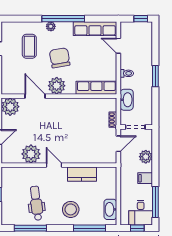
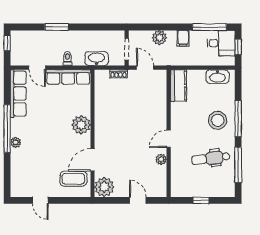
coffee table: (29, 46) -> (73, 179), moved
door: (118, 46) -> (37, 68), hinge flipped
chair: (60, 58) -> (50, 132), removed
window: (155, 76) -> (57, 27), moved
plant: (57, 86) -> (81, 125), moved
row of seats: (96, 88) -> (68, 77), moved, turned -90
plant: (31, 154) -> (161, 159), width x0.53, depth x0.53
kitchen counter: (82, 174) -> (179, 86), moved
window: (90, 228) -> (238, 119), moved

